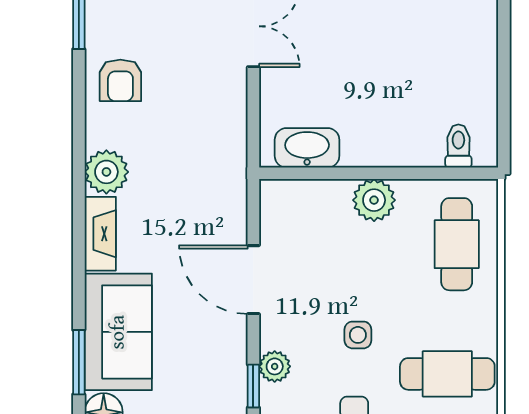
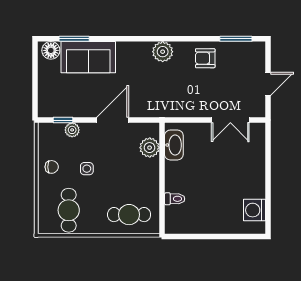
toilet: (458, 146) -> (175, 199), moved
plant: (374, 200) -> (150, 148), moved
fireplace: (100, 234) -> (134, 49), removed

